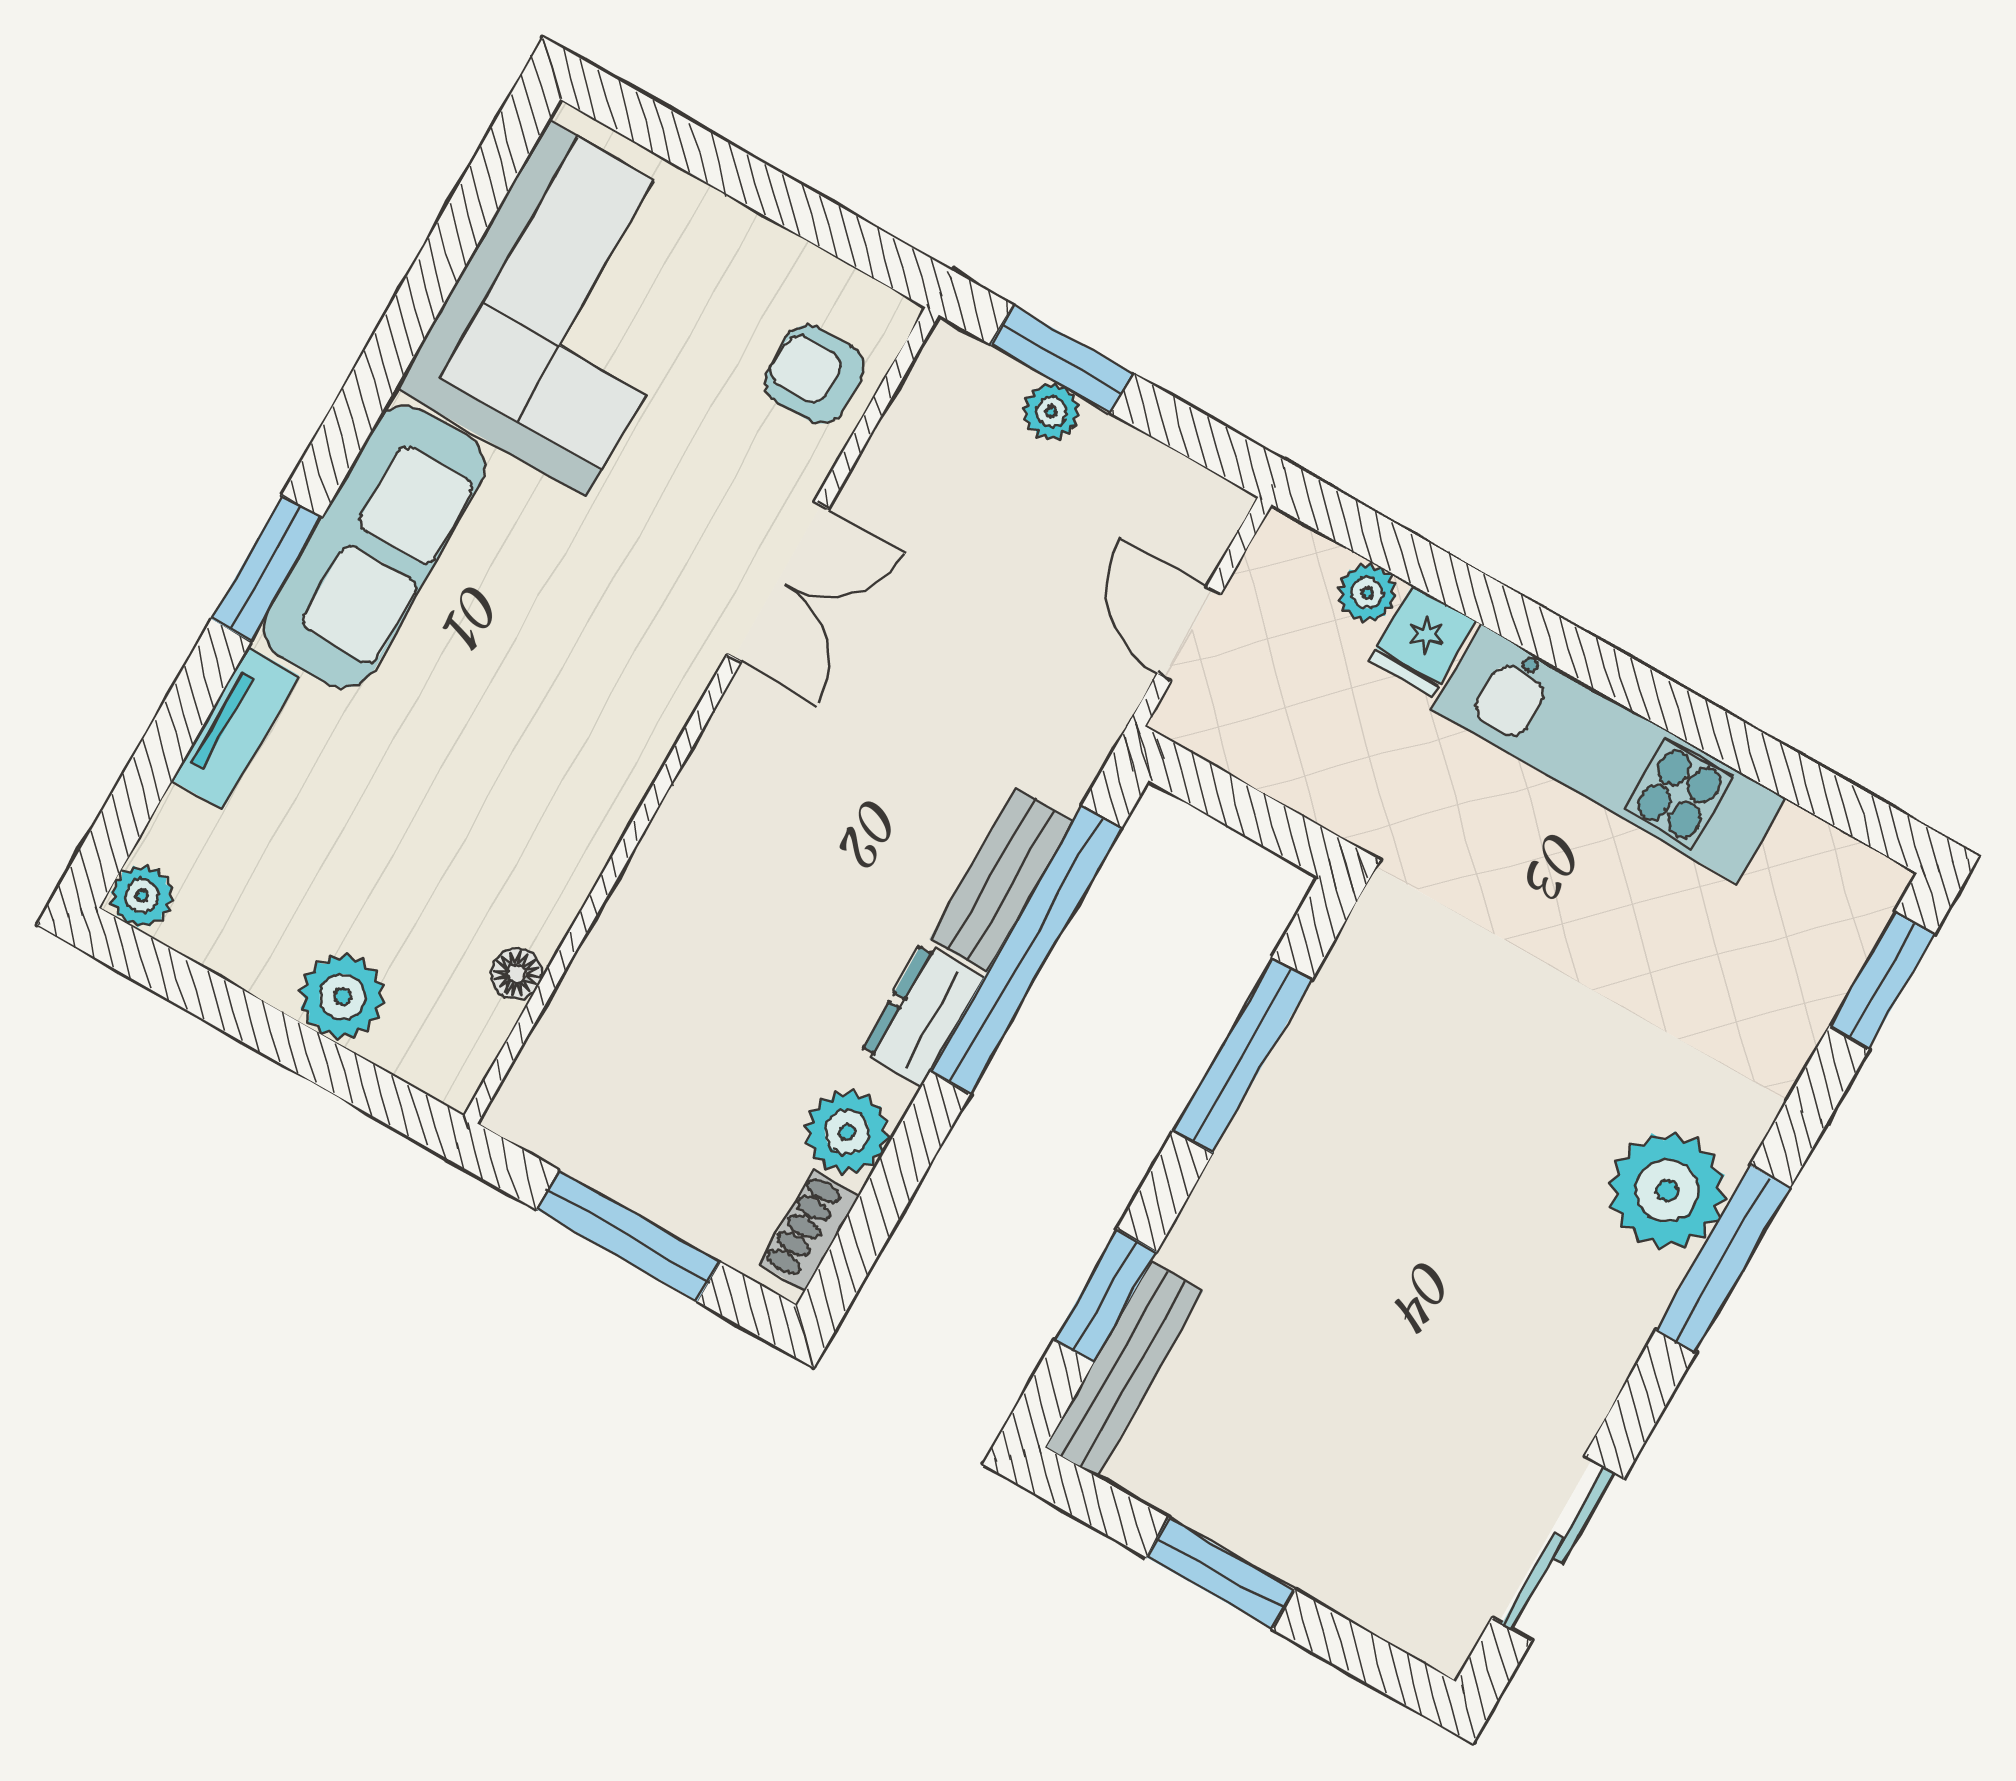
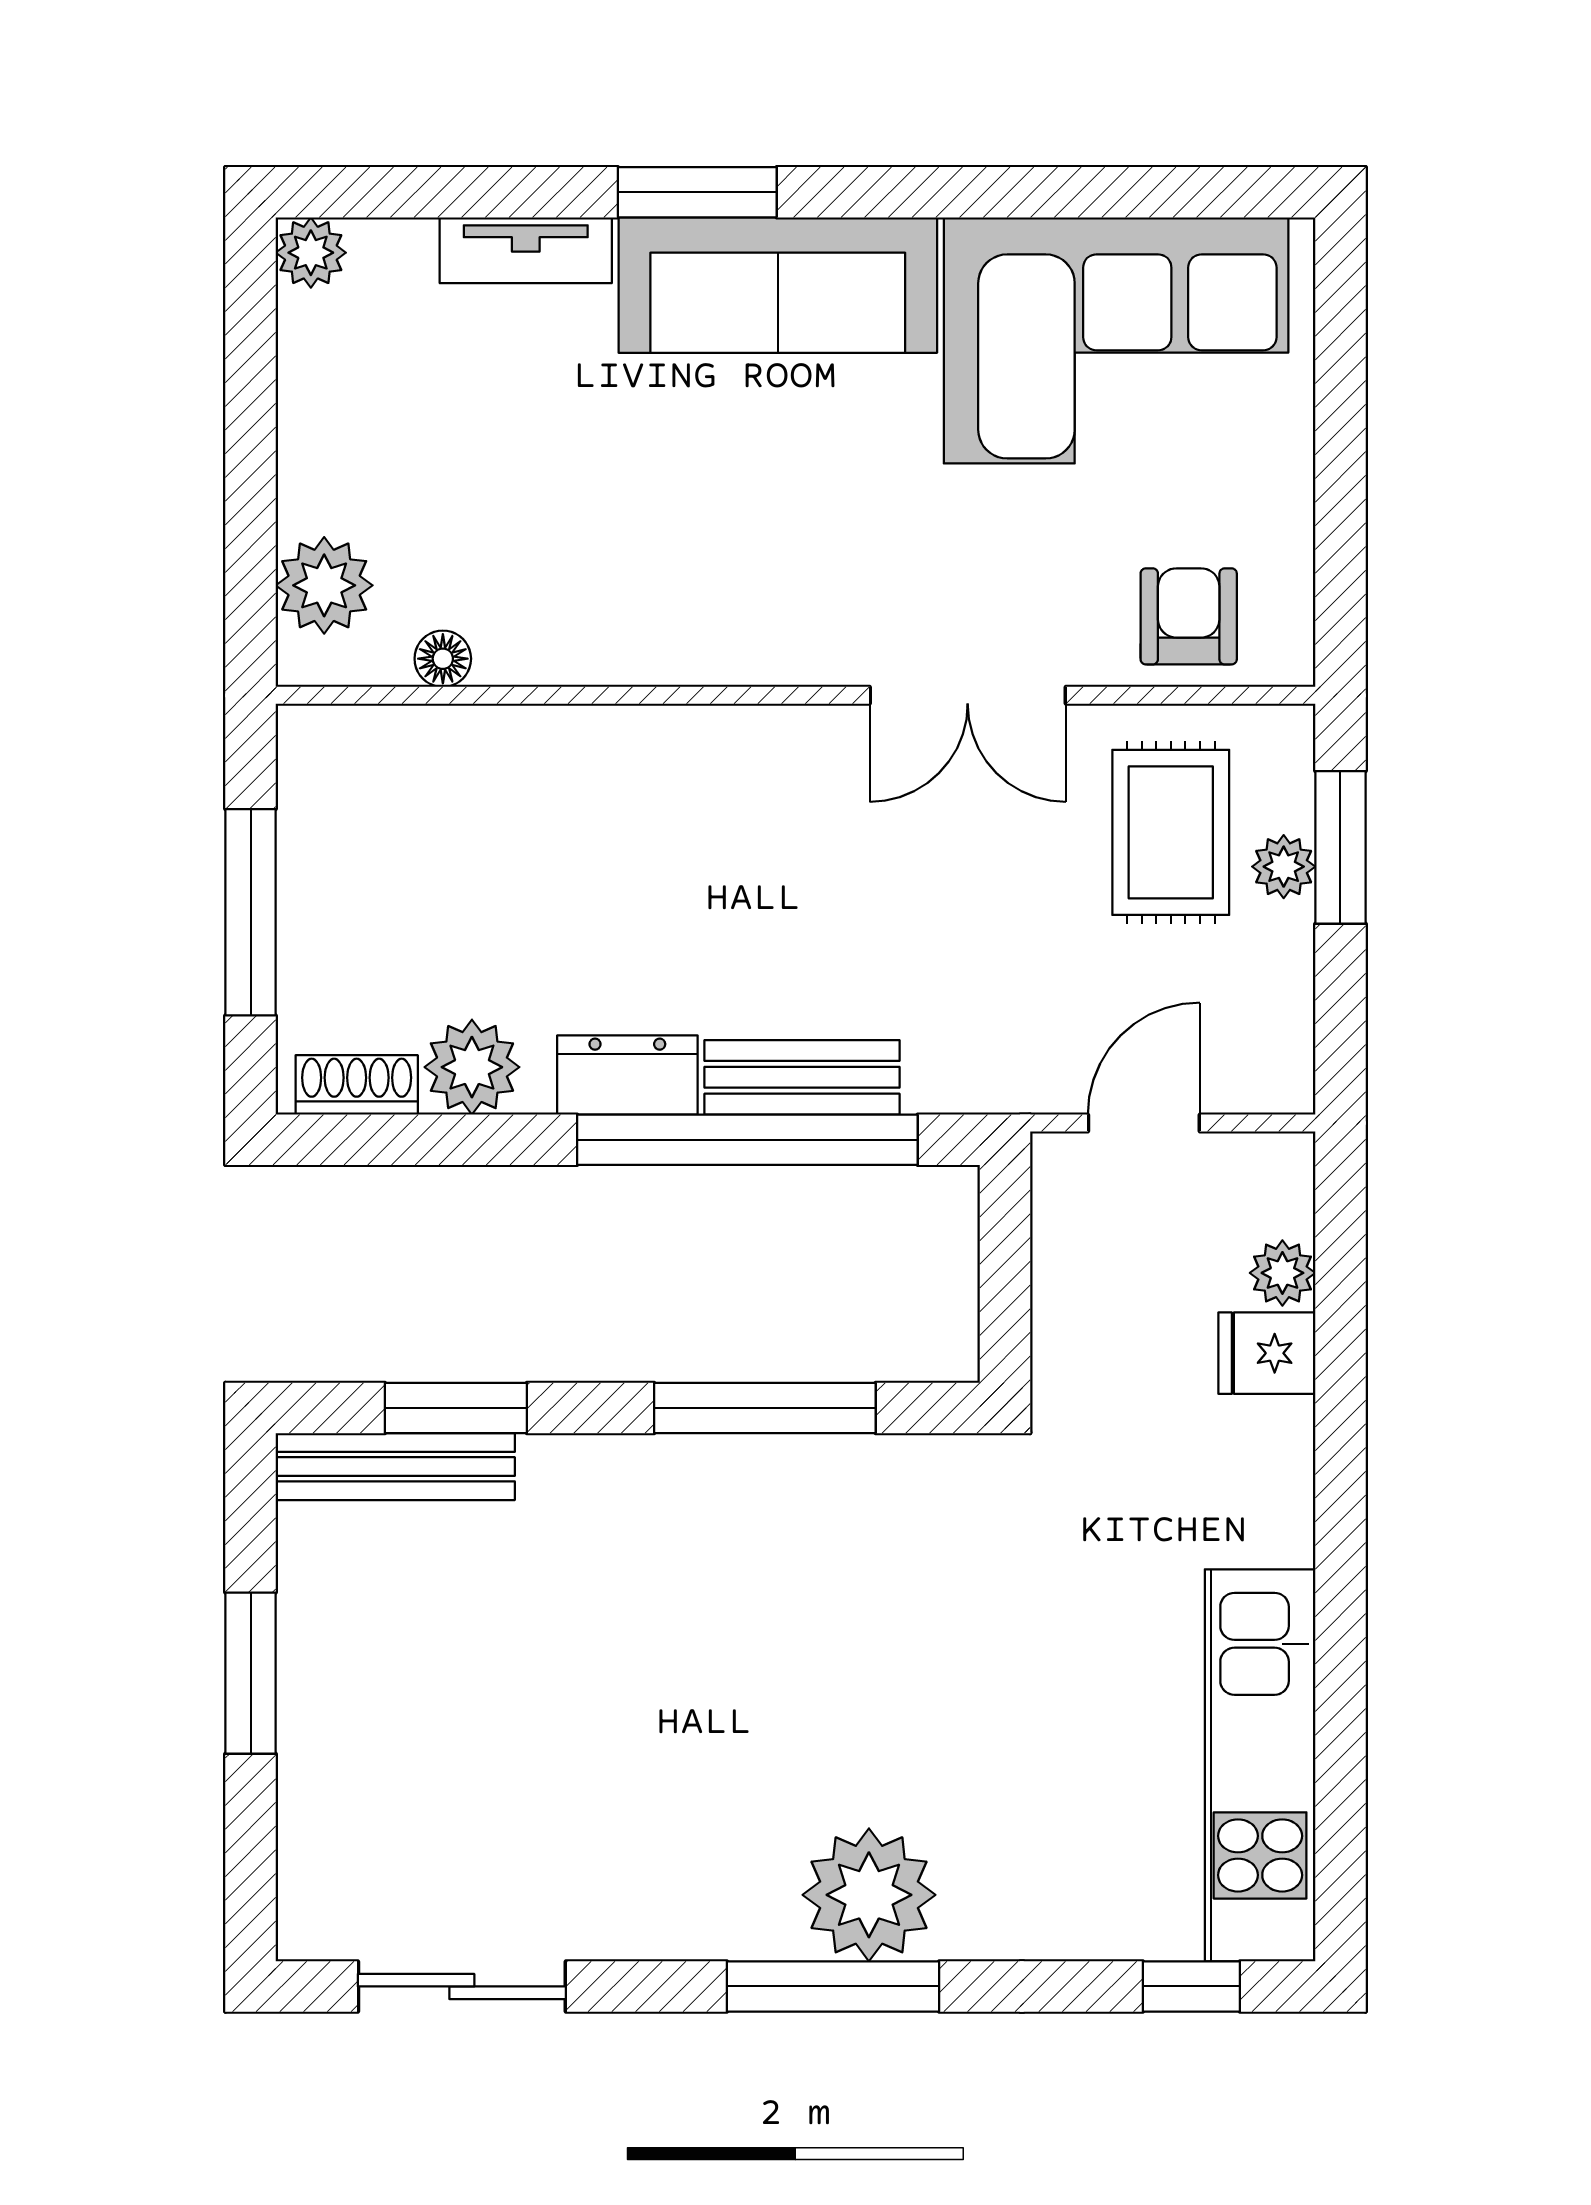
rug: (975, 484) -> (1171, 832), added
kitchen unit: (1609, 754) -> (1260, 1765), moved
window: (1882, 980) -> (1191, 1986), width x0.67
plant: (342, 997) -> (324, 585), moved

